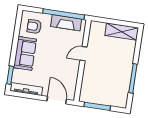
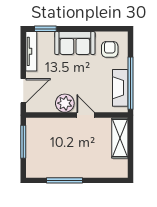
shelving: (122, 32) -> (120, 138), moved
plant: (72, 69) -> (65, 103), added

